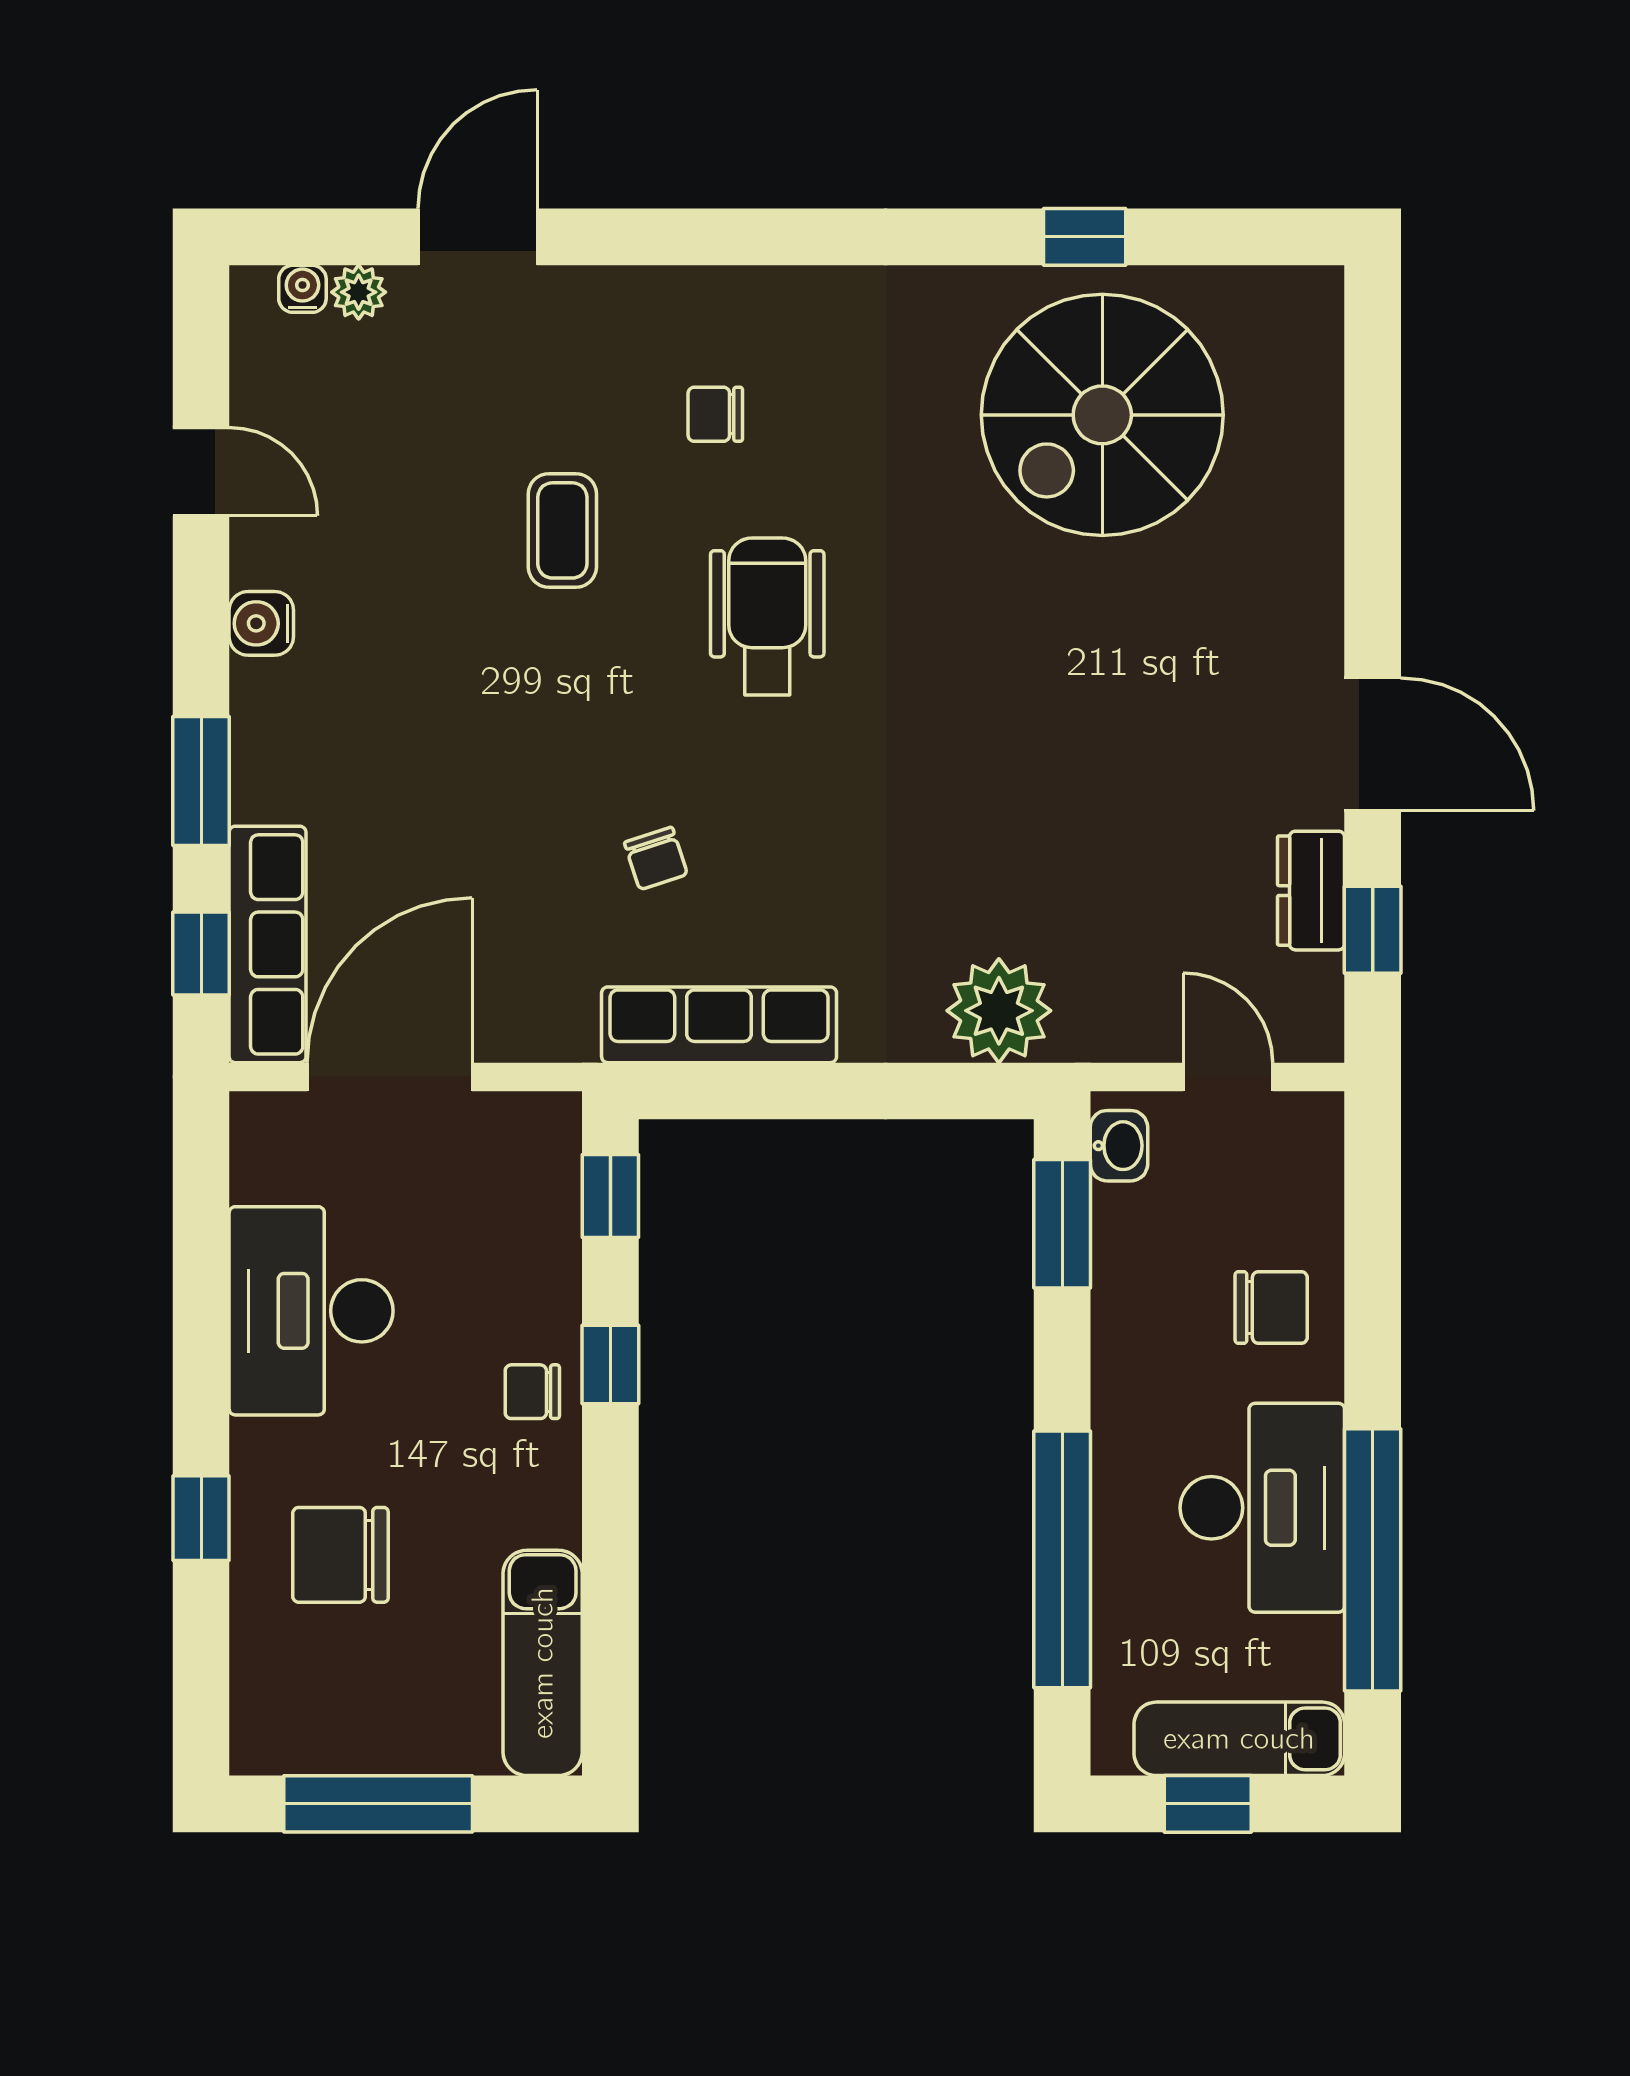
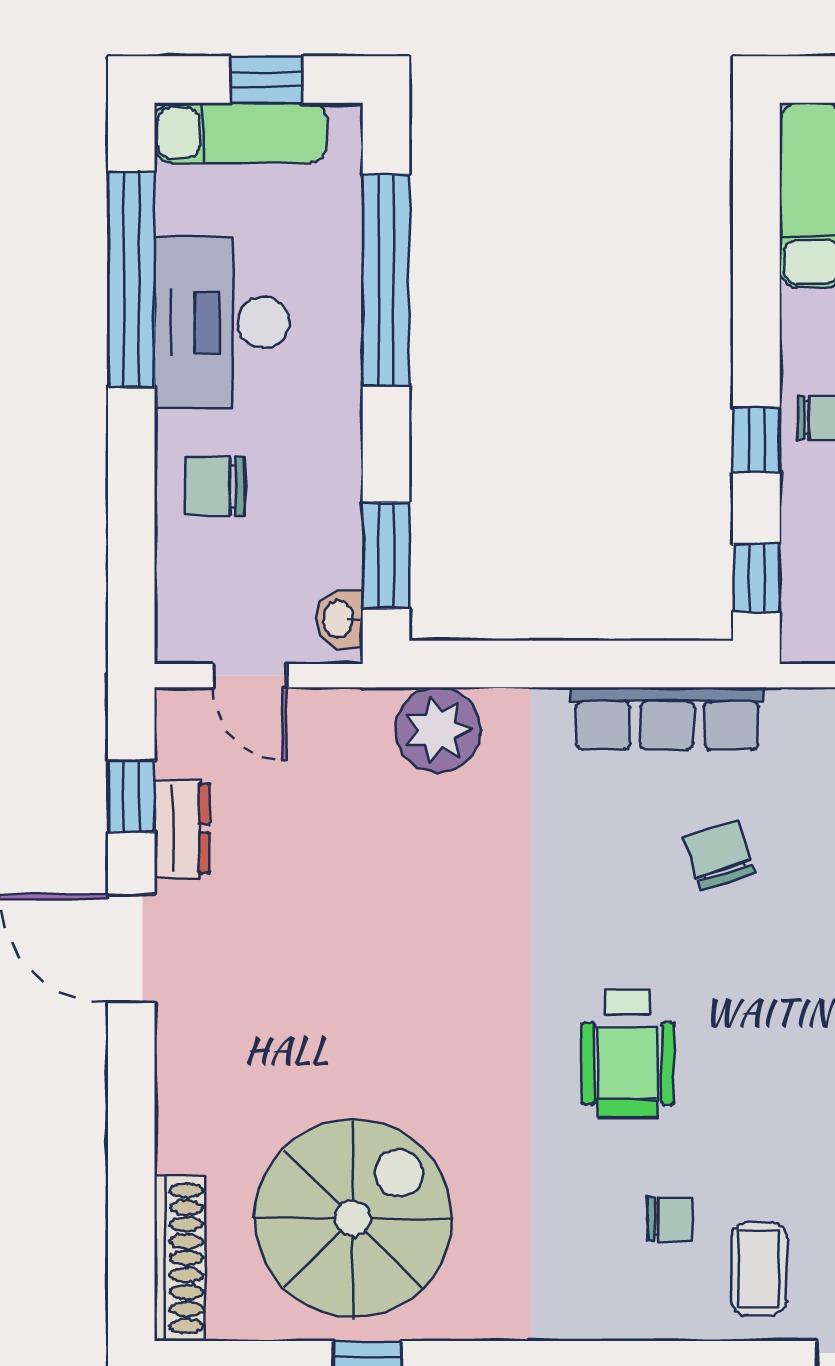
shoe rack: (1313, 366) -> (180, 1258), added
coffee table: (562, 530) -> (759, 1269), moved
chair: (656, 858) -> (719, 855), width x1.37, depth x1.37

